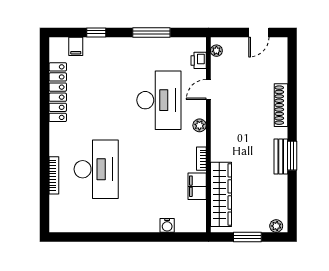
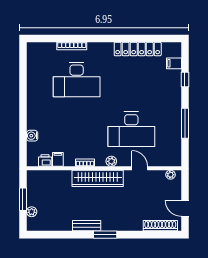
printer: (199, 60) -> (45, 161), moved
shoe rack: (281, 105) -> (160, 226), moved
window: (292, 156) -> (105, 235), moved
filing cabinet: (197, 186) -> (58, 159), width x0.50
wardrobe: (221, 194) -> (98, 178), moved
plant: (276, 226) -> (32, 212), moved

